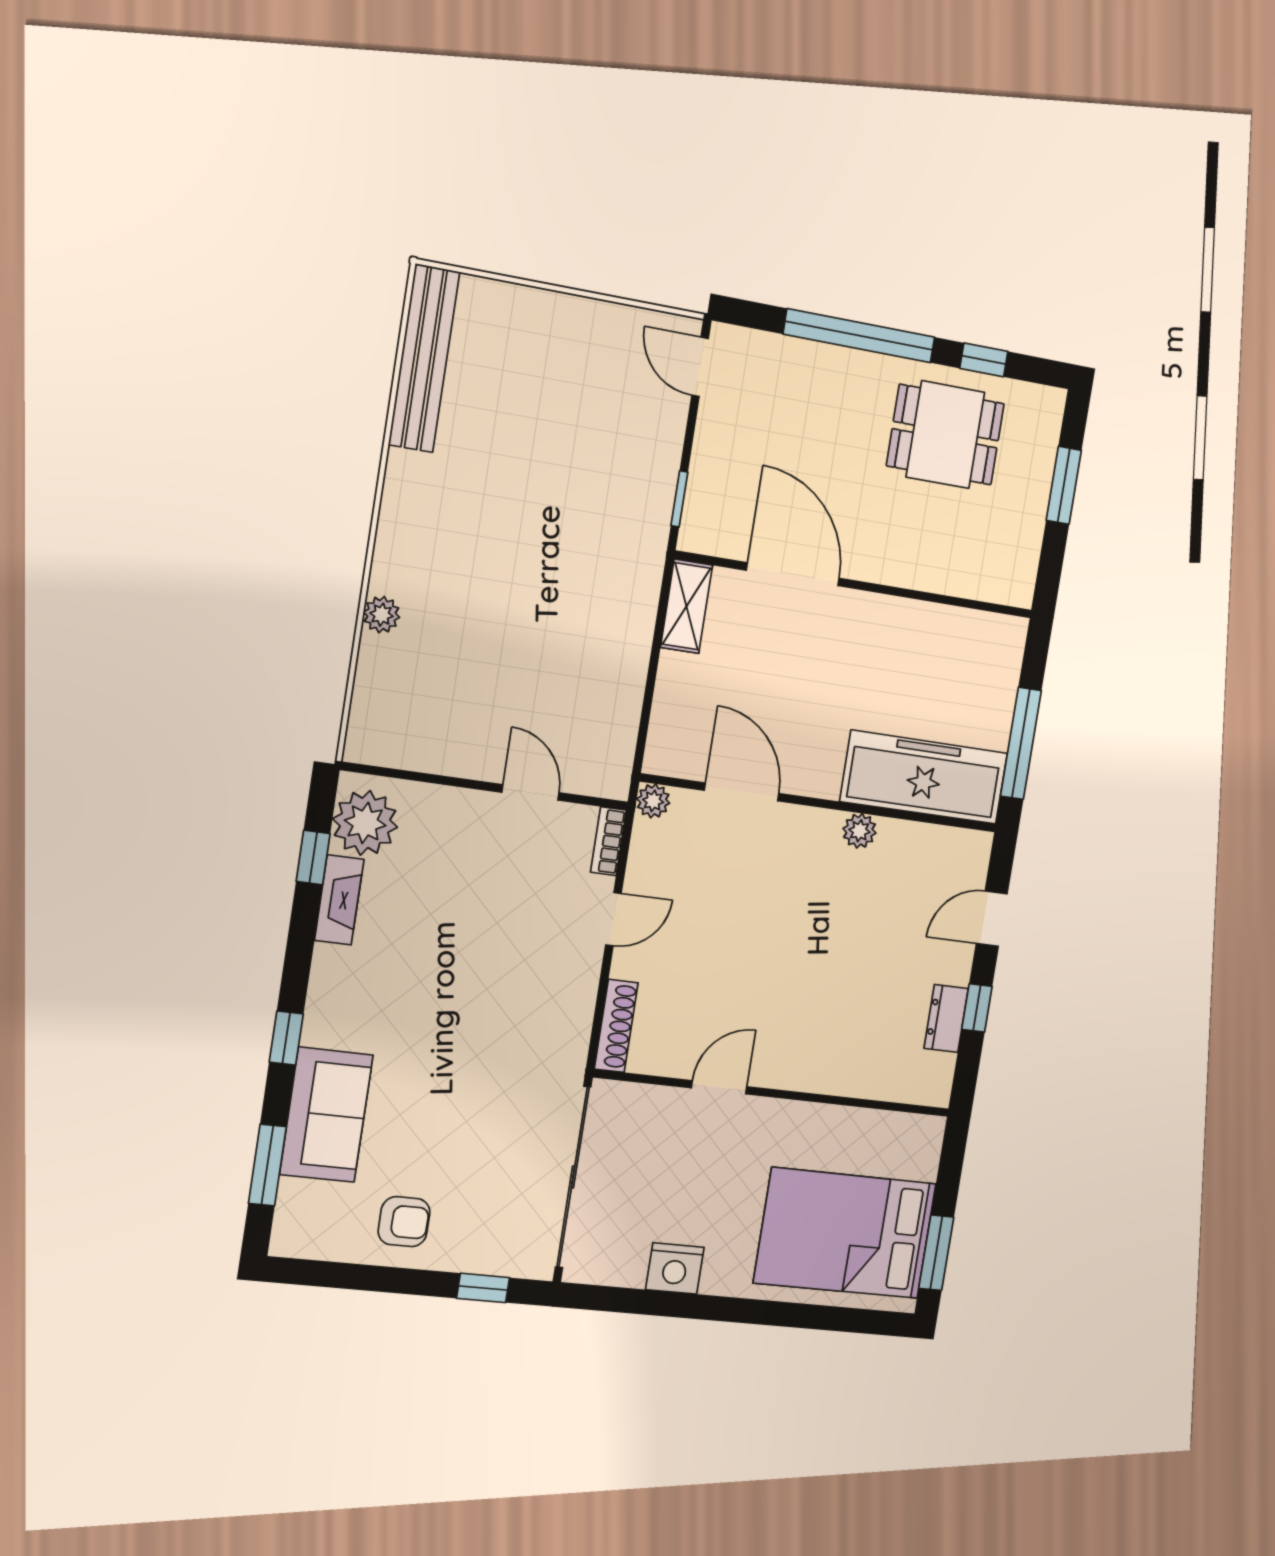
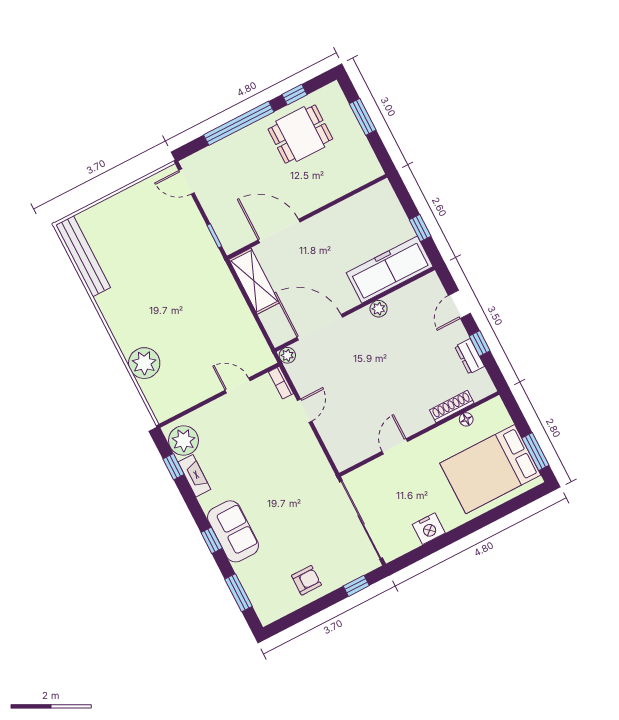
shelving: (687, 606) -> (254, 281), width x1.50, depth x1.33
plant: (382, 615) -> (144, 363), width x1.87, depth x1.87
window: (1021, 743) -> (420, 228), width x0.46
door: (742, 792) -> (320, 327), width x1.36
shoe rack: (616, 1026) -> (452, 407), moved, turned -90
sofa: (326, 1115) -> (233, 531), moved
floor lamp: (866, 1122) -> (466, 419), added

